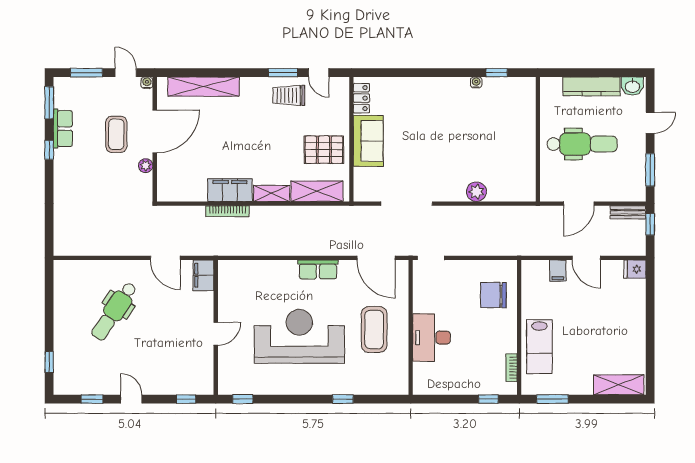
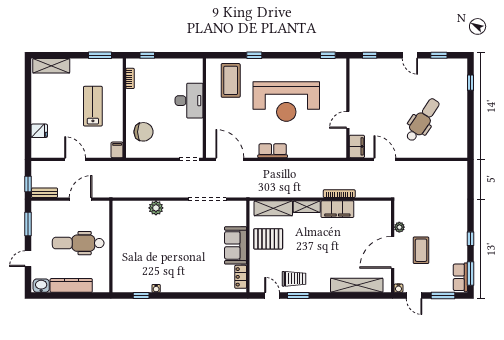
row of seats: (63, 129) -> (460, 277), moved
fridge: (635, 269) -> (39, 131), moved
filing cabinet: (558, 271) -> (117, 150), moved
coffee table: (374, 329) -> (231, 80), moved
door: (216, 334) -> (348, 120), moved
lab bench: (539, 347) -> (93, 106), moved

